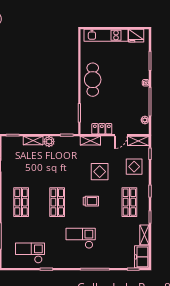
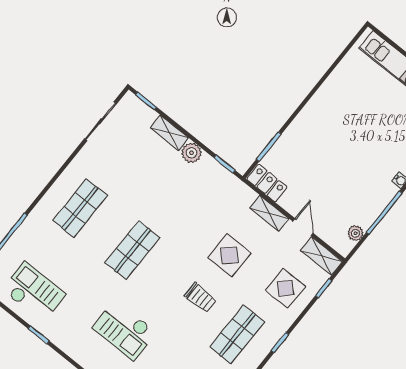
cafe table: (93, 80) -> (327, 114), removed
locker: (102, 129) -> (267, 183), moved
door: (121, 135) -> (303, 227), swing flipped
shelving: (90, 141) -> (269, 213), moved
trolley: (91, 201) -> (200, 298), moved
checkout: (81, 238) -> (124, 330), turned 180

